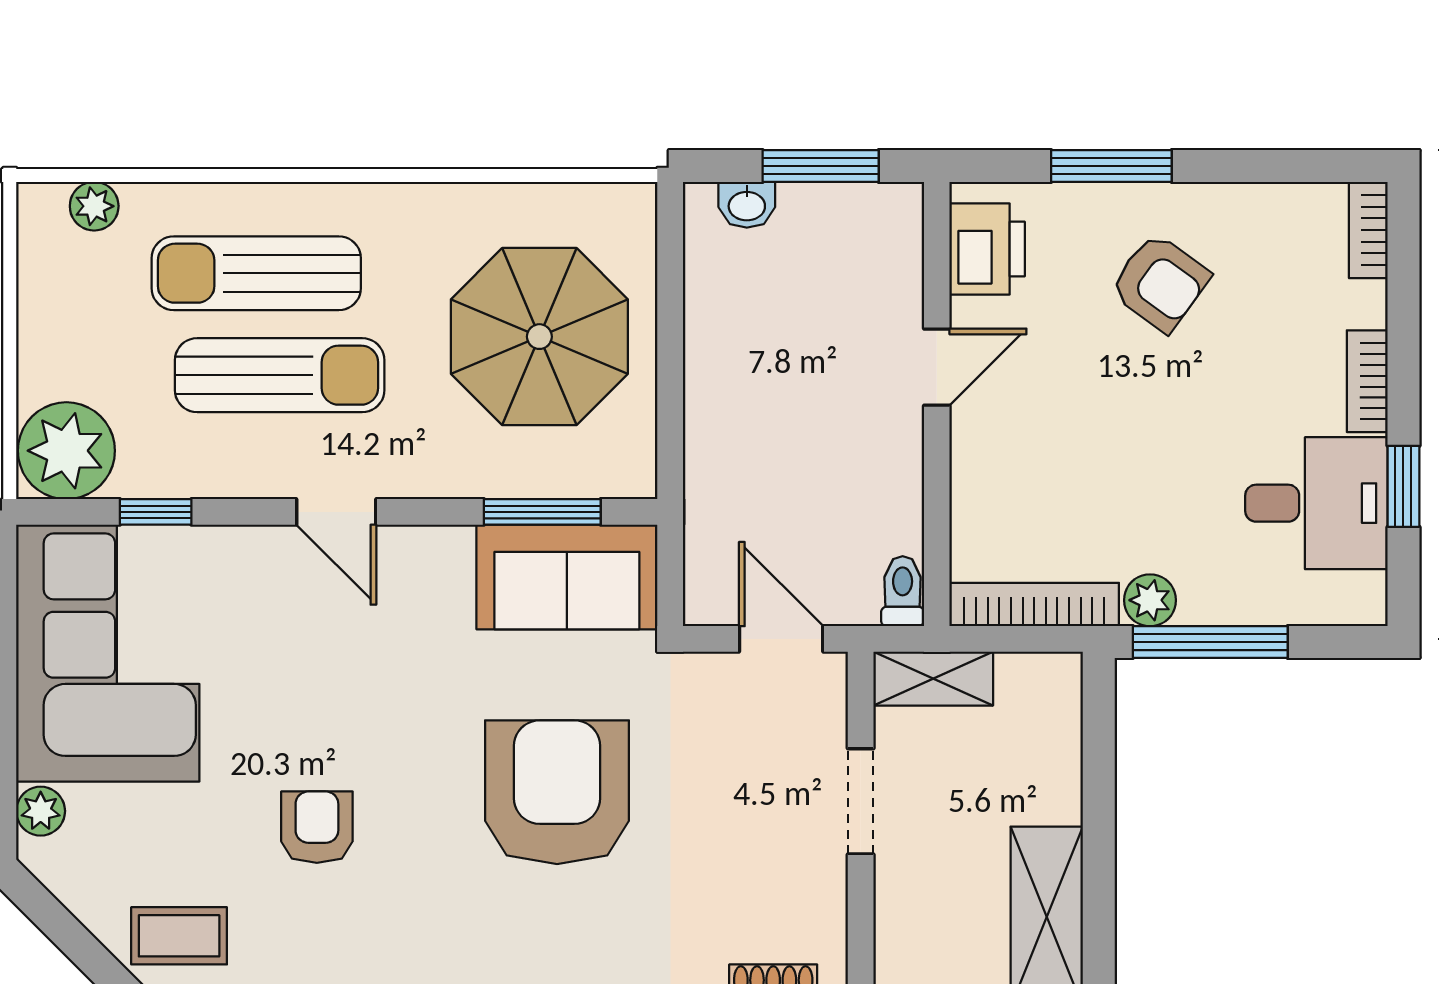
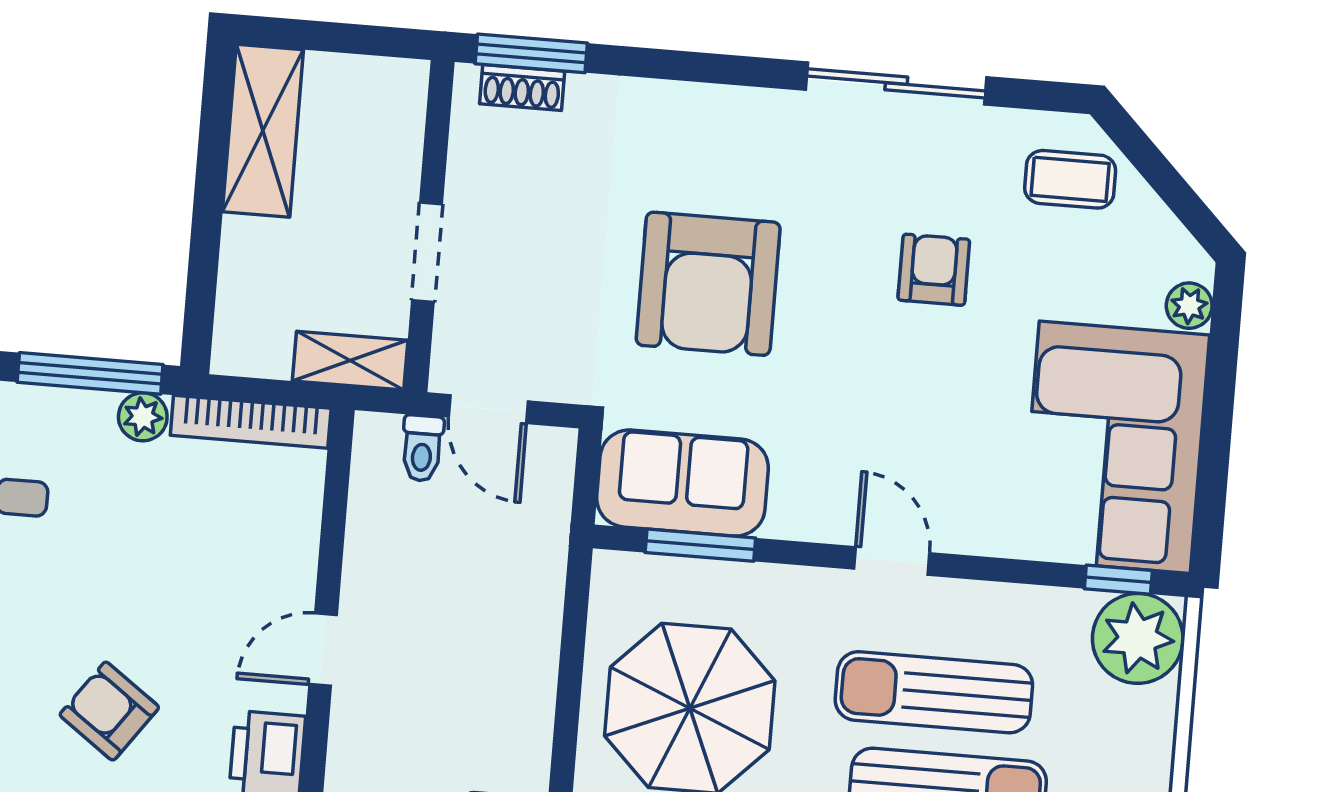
window: (156, 512) -> (1118, 580), moved
toilet: (903, 591) -> (422, 448), moved
armchair: (317, 827) -> (934, 270), turned 180

